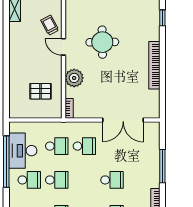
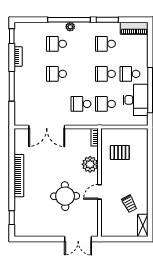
trolley: (50, 25) -> (129, 204), moved
door: (63, 47) -> (99, 192), swing flipped
double door: (123, 120) -> (47, 127), swing flipped

